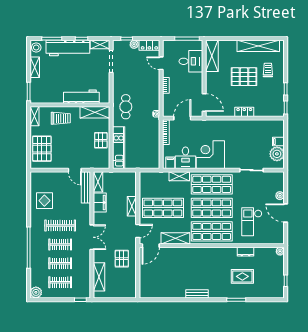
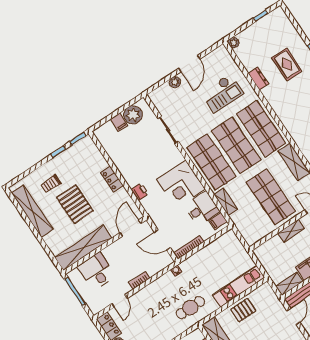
shelving: (212, 56) -> (83, 248), width x1.47
printer: (224, 125) -> (140, 192), added

